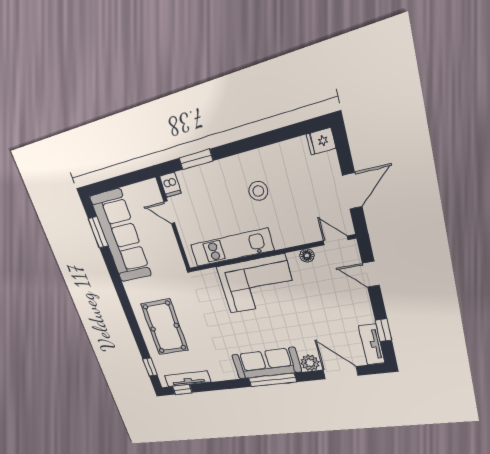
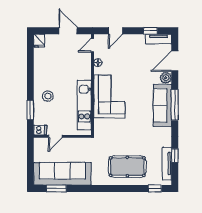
stool: (258, 191) -> (48, 96), moved
window: (182, 389) -> (175, 156), moved

